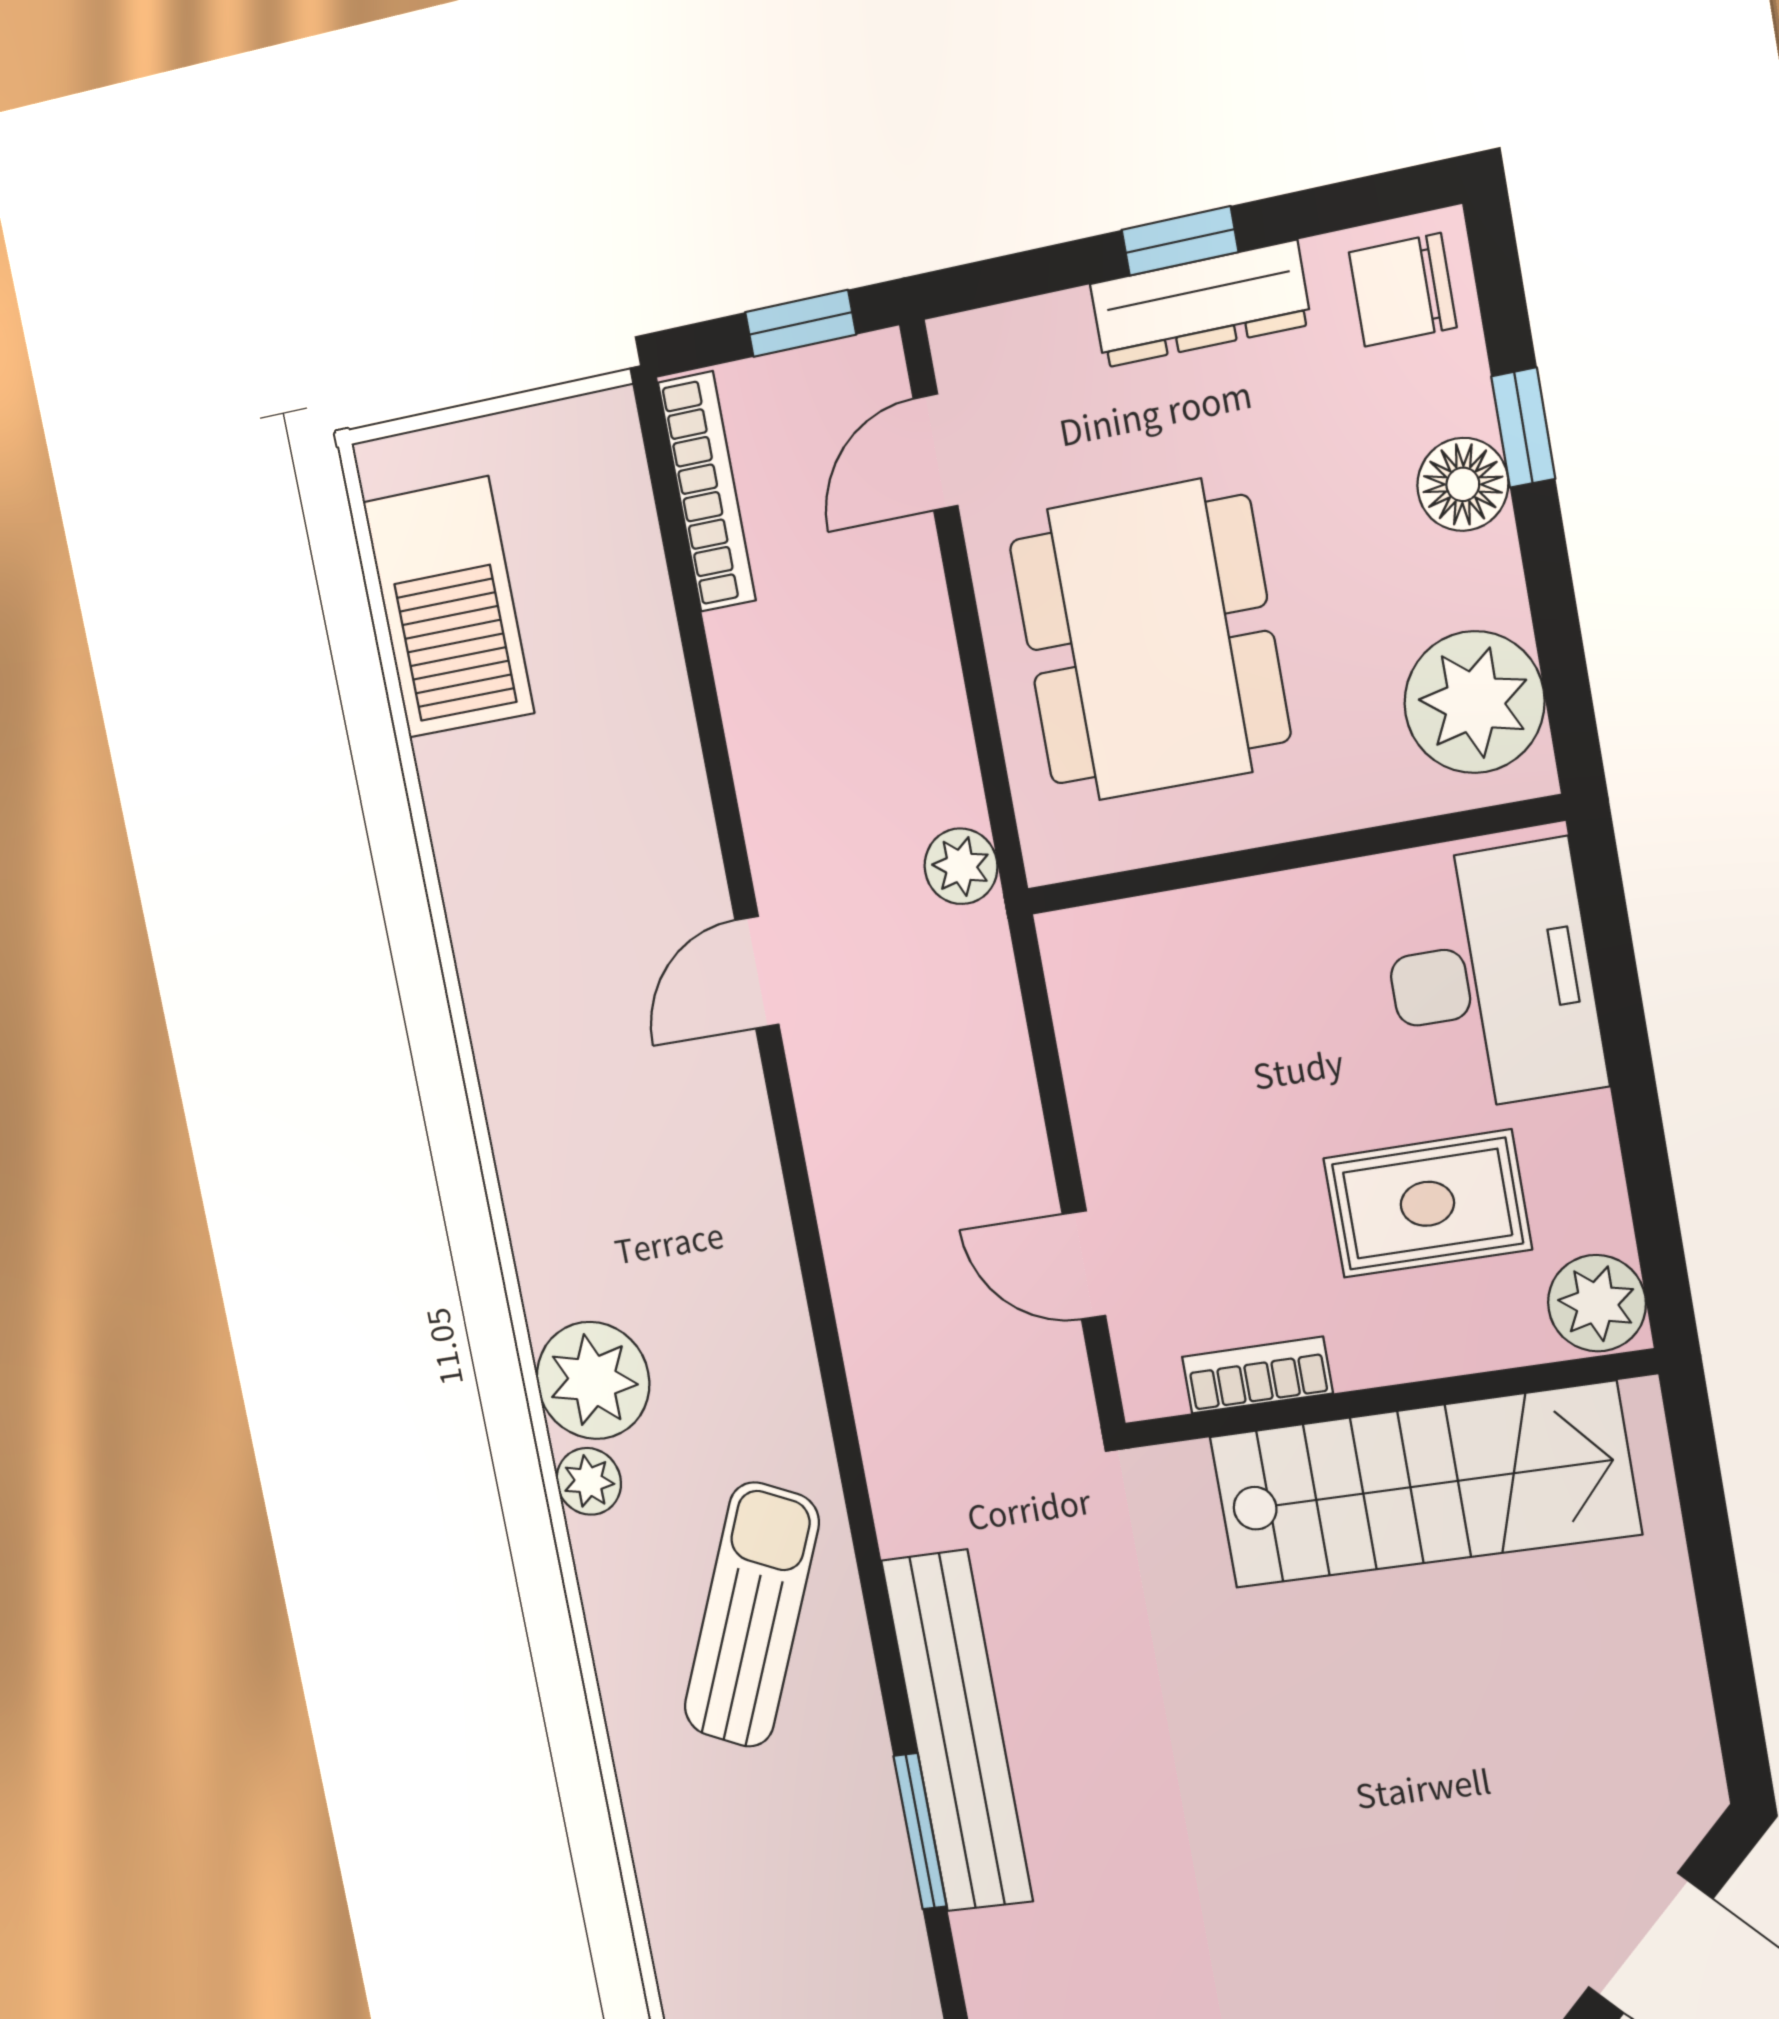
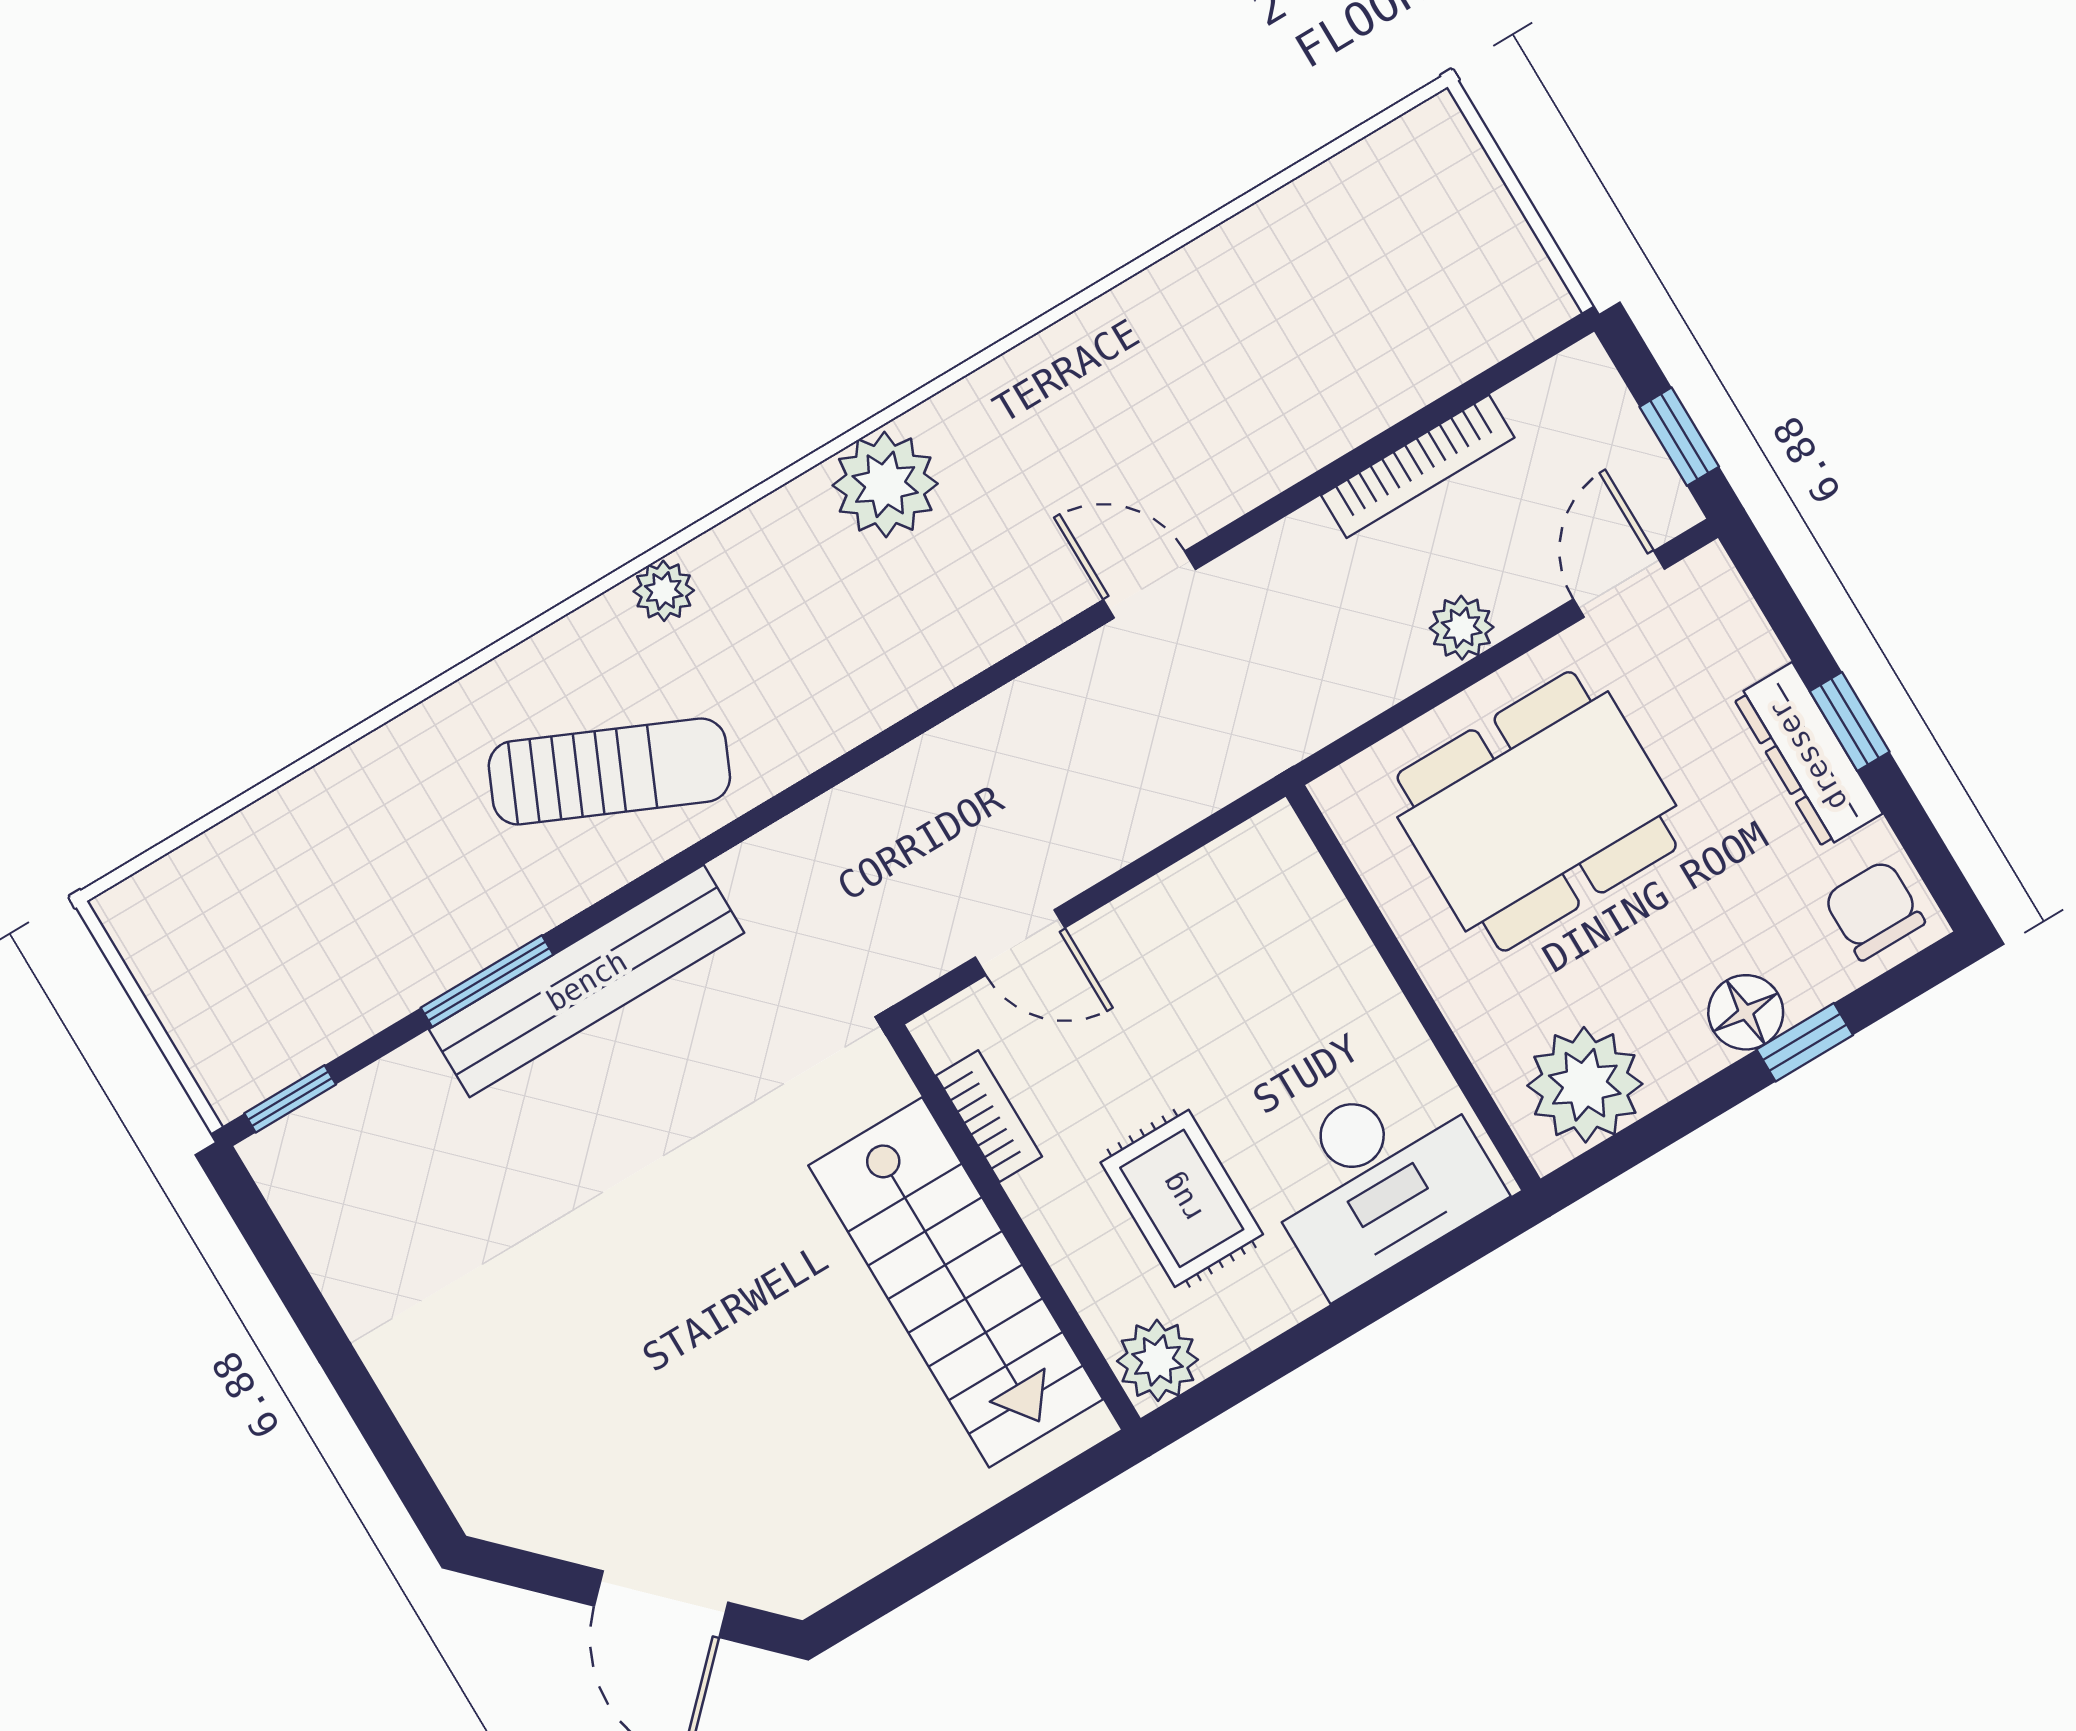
door: (936, 452) -> (1619, 584), hinge flipped
bookcase: (707, 492) -> (1418, 466), moved
barbecue: (448, 608) -> (1346, 217), removed
plant: (961, 866) -> (1462, 628), moved
door: (1084, 1265) -> (1020, 942), swing flipped
plant: (593, 1380) -> (885, 484), moved

